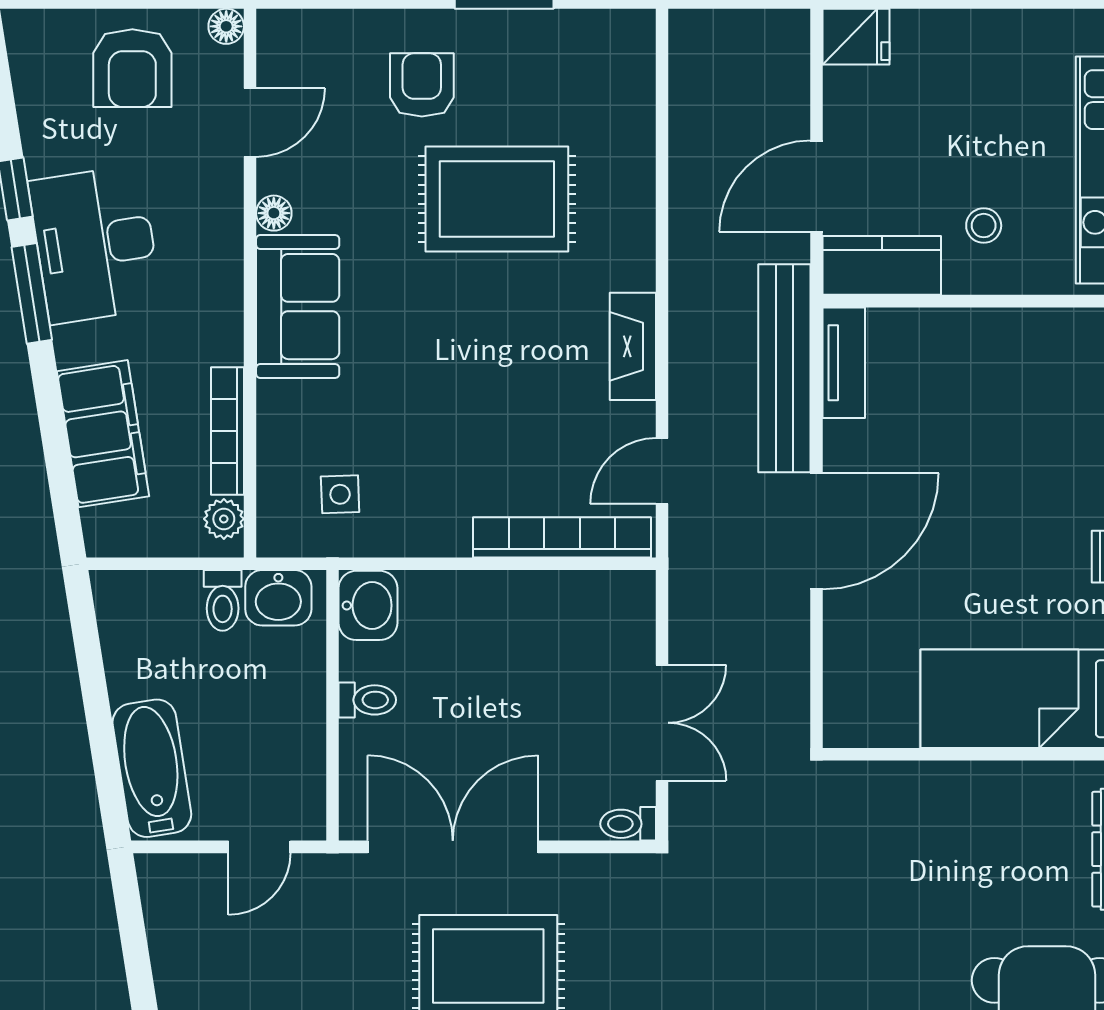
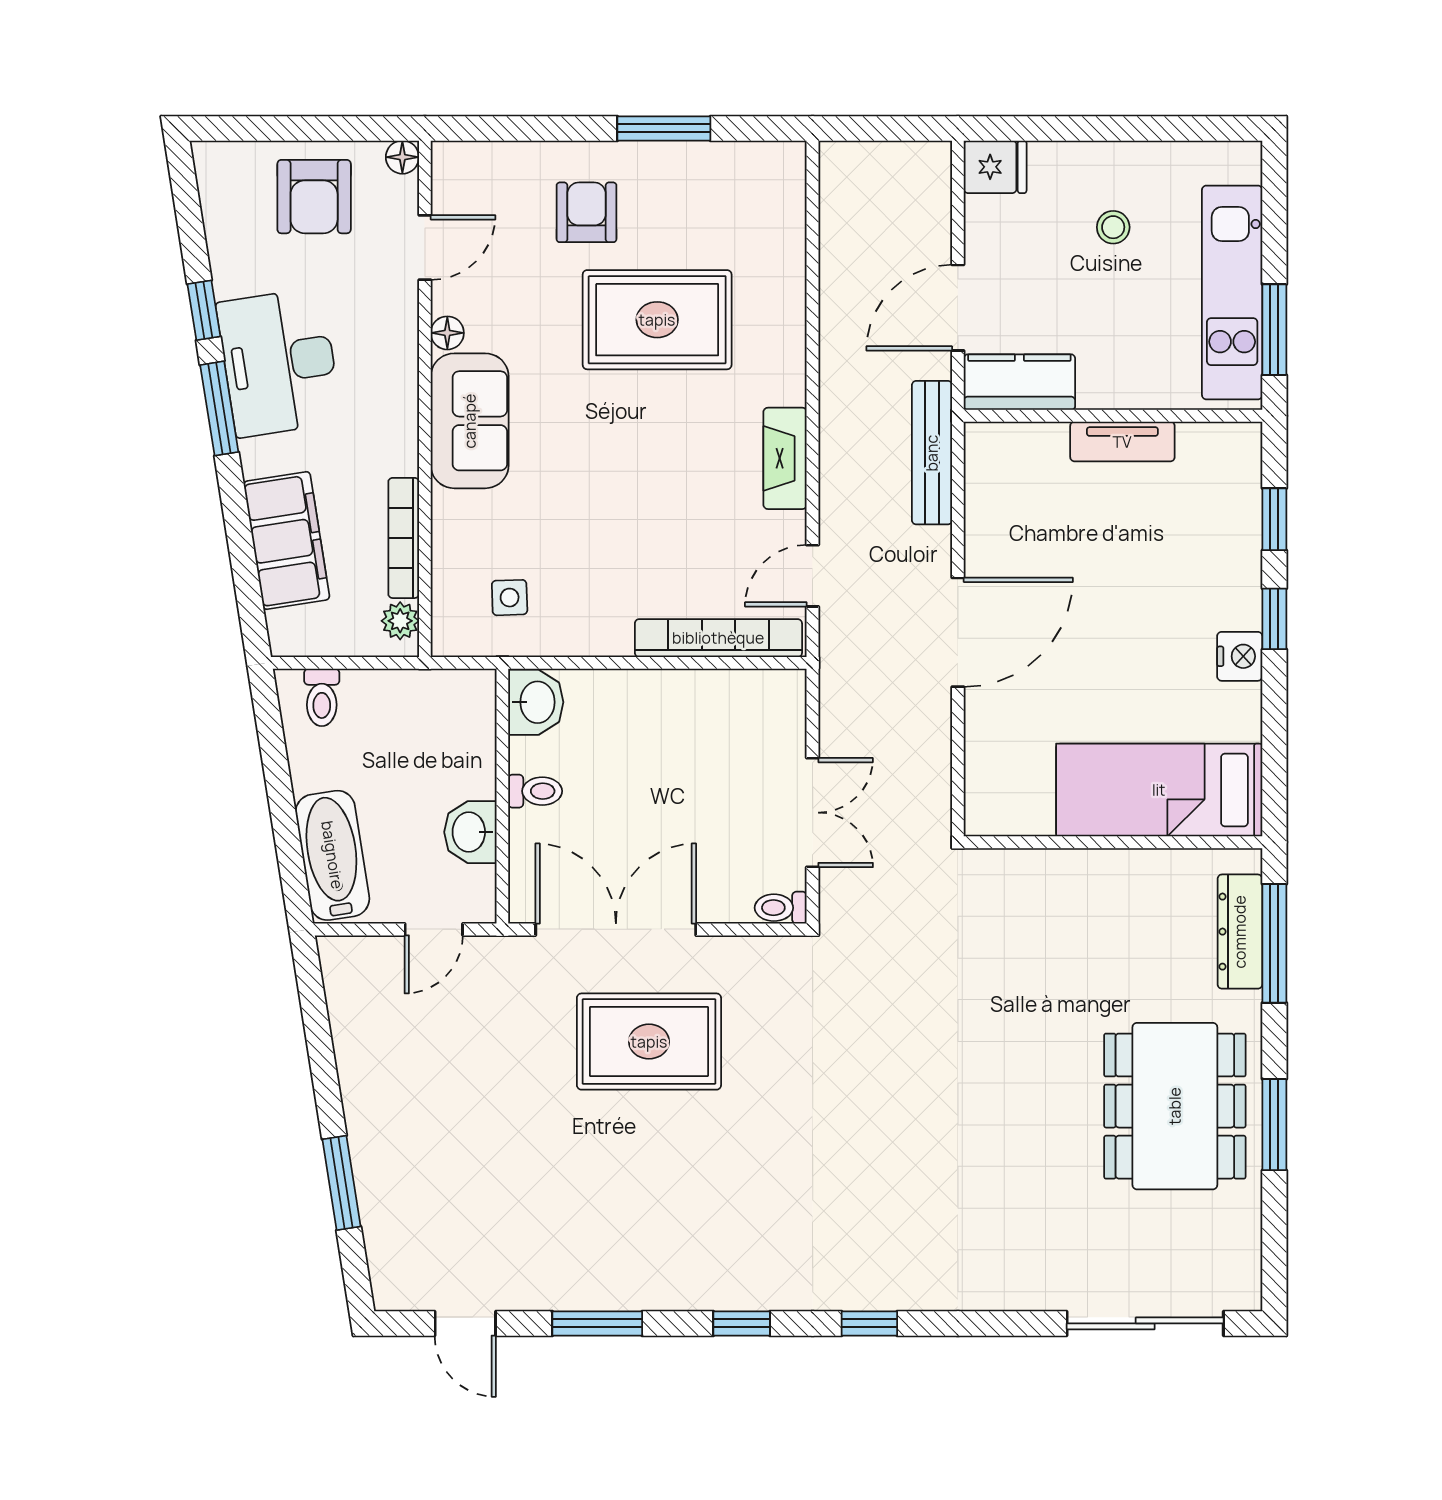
stool: (984, 226) -> (1113, 227), moved
tv unit: (844, 363) -> (1122, 442), moved, turned 90
bench: (784, 368) -> (932, 453), width x0.73, depth x0.82
washbasin: (278, 598) -> (470, 832), moved, turned 90
toilet: (223, 600) -> (322, 697), moved

